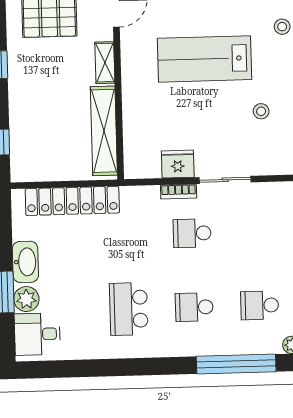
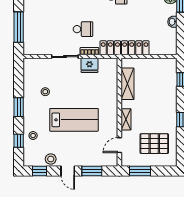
shelving: (104, 131) -> (127, 84), width x0.68
locker: (72, 201) -> (125, 48), moved
washbasin: (25, 262) -> (172, 22), width x0.52, depth x0.69

